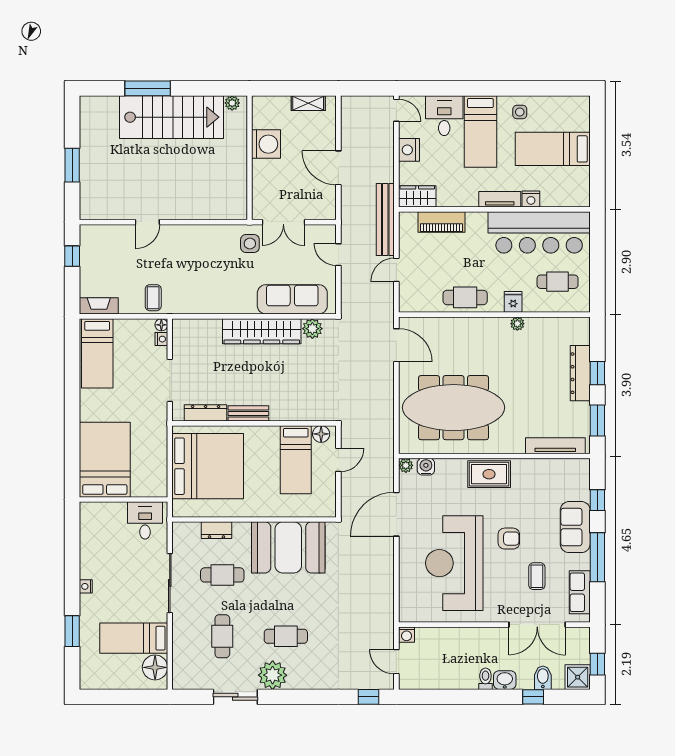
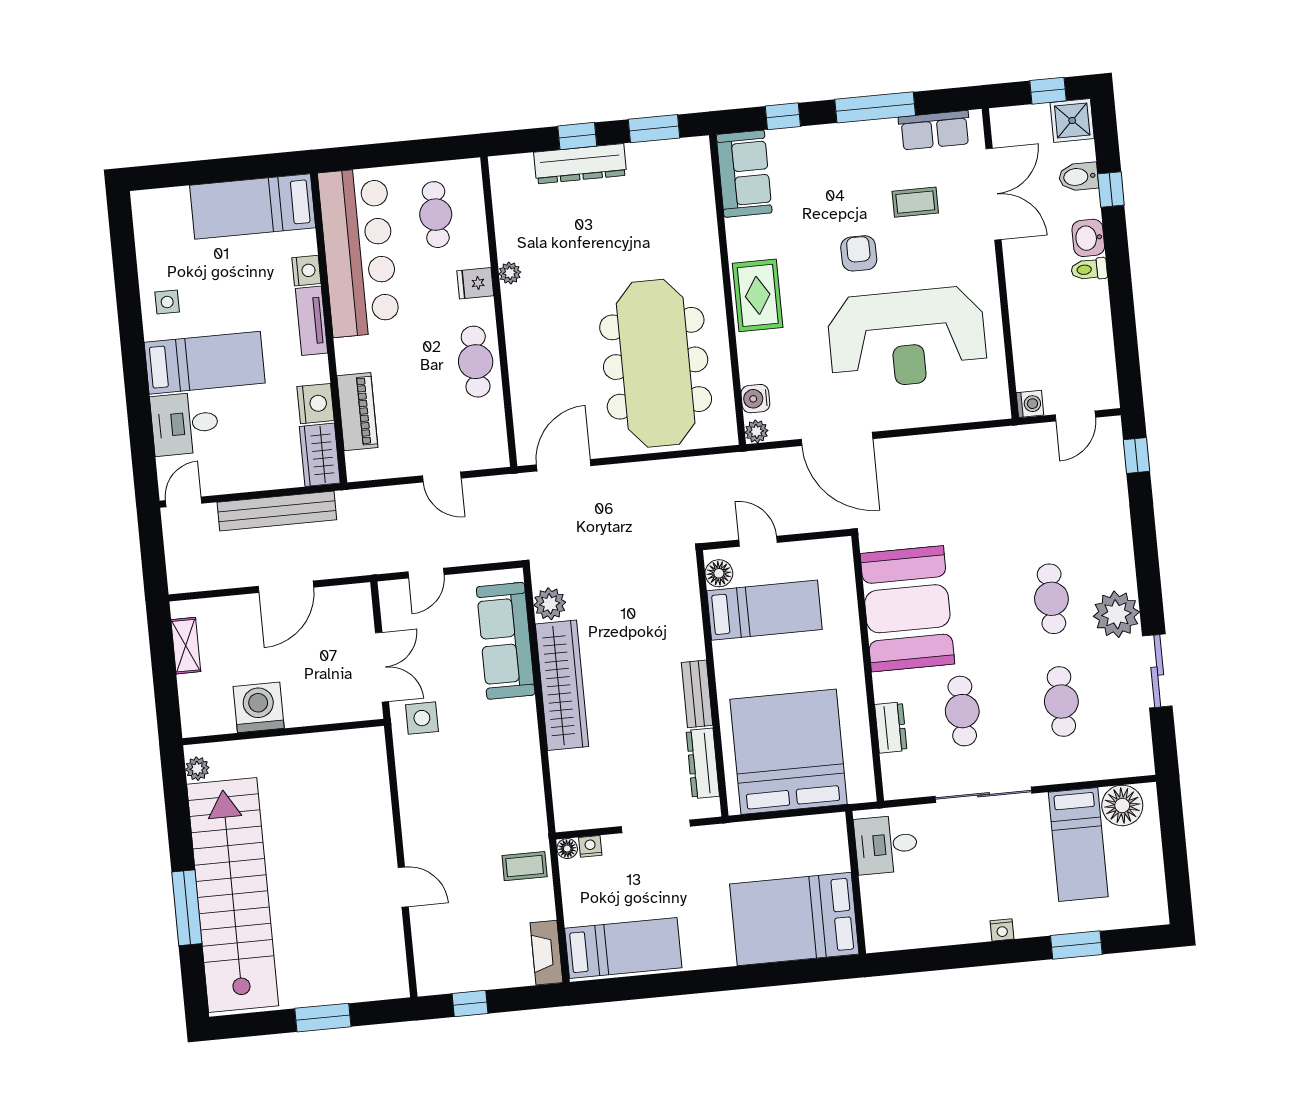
stairs: (172, 117) -> (233, 895), width x1.36
bed: (553, 149) -> (253, 206), moved, turned 90
nightstand: (409, 150) -> (316, 404), moved, turned -90
bench: (385, 219) -> (277, 511), moved
tv unit: (555, 446) -> (701, 193), removed
sofa: (575, 527) -> (744, 174), moved, turned -90
cafe table: (222, 636) -> (1061, 701), turned 90

